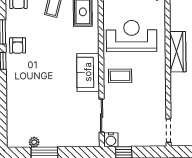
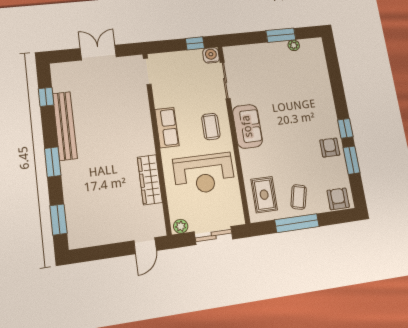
wardrobe: (178, 52) -> (150, 180), moved
coffee table: (120, 76) -> (211, 127), turned 90
row of seats: (158, 79) -> (167, 128), added

